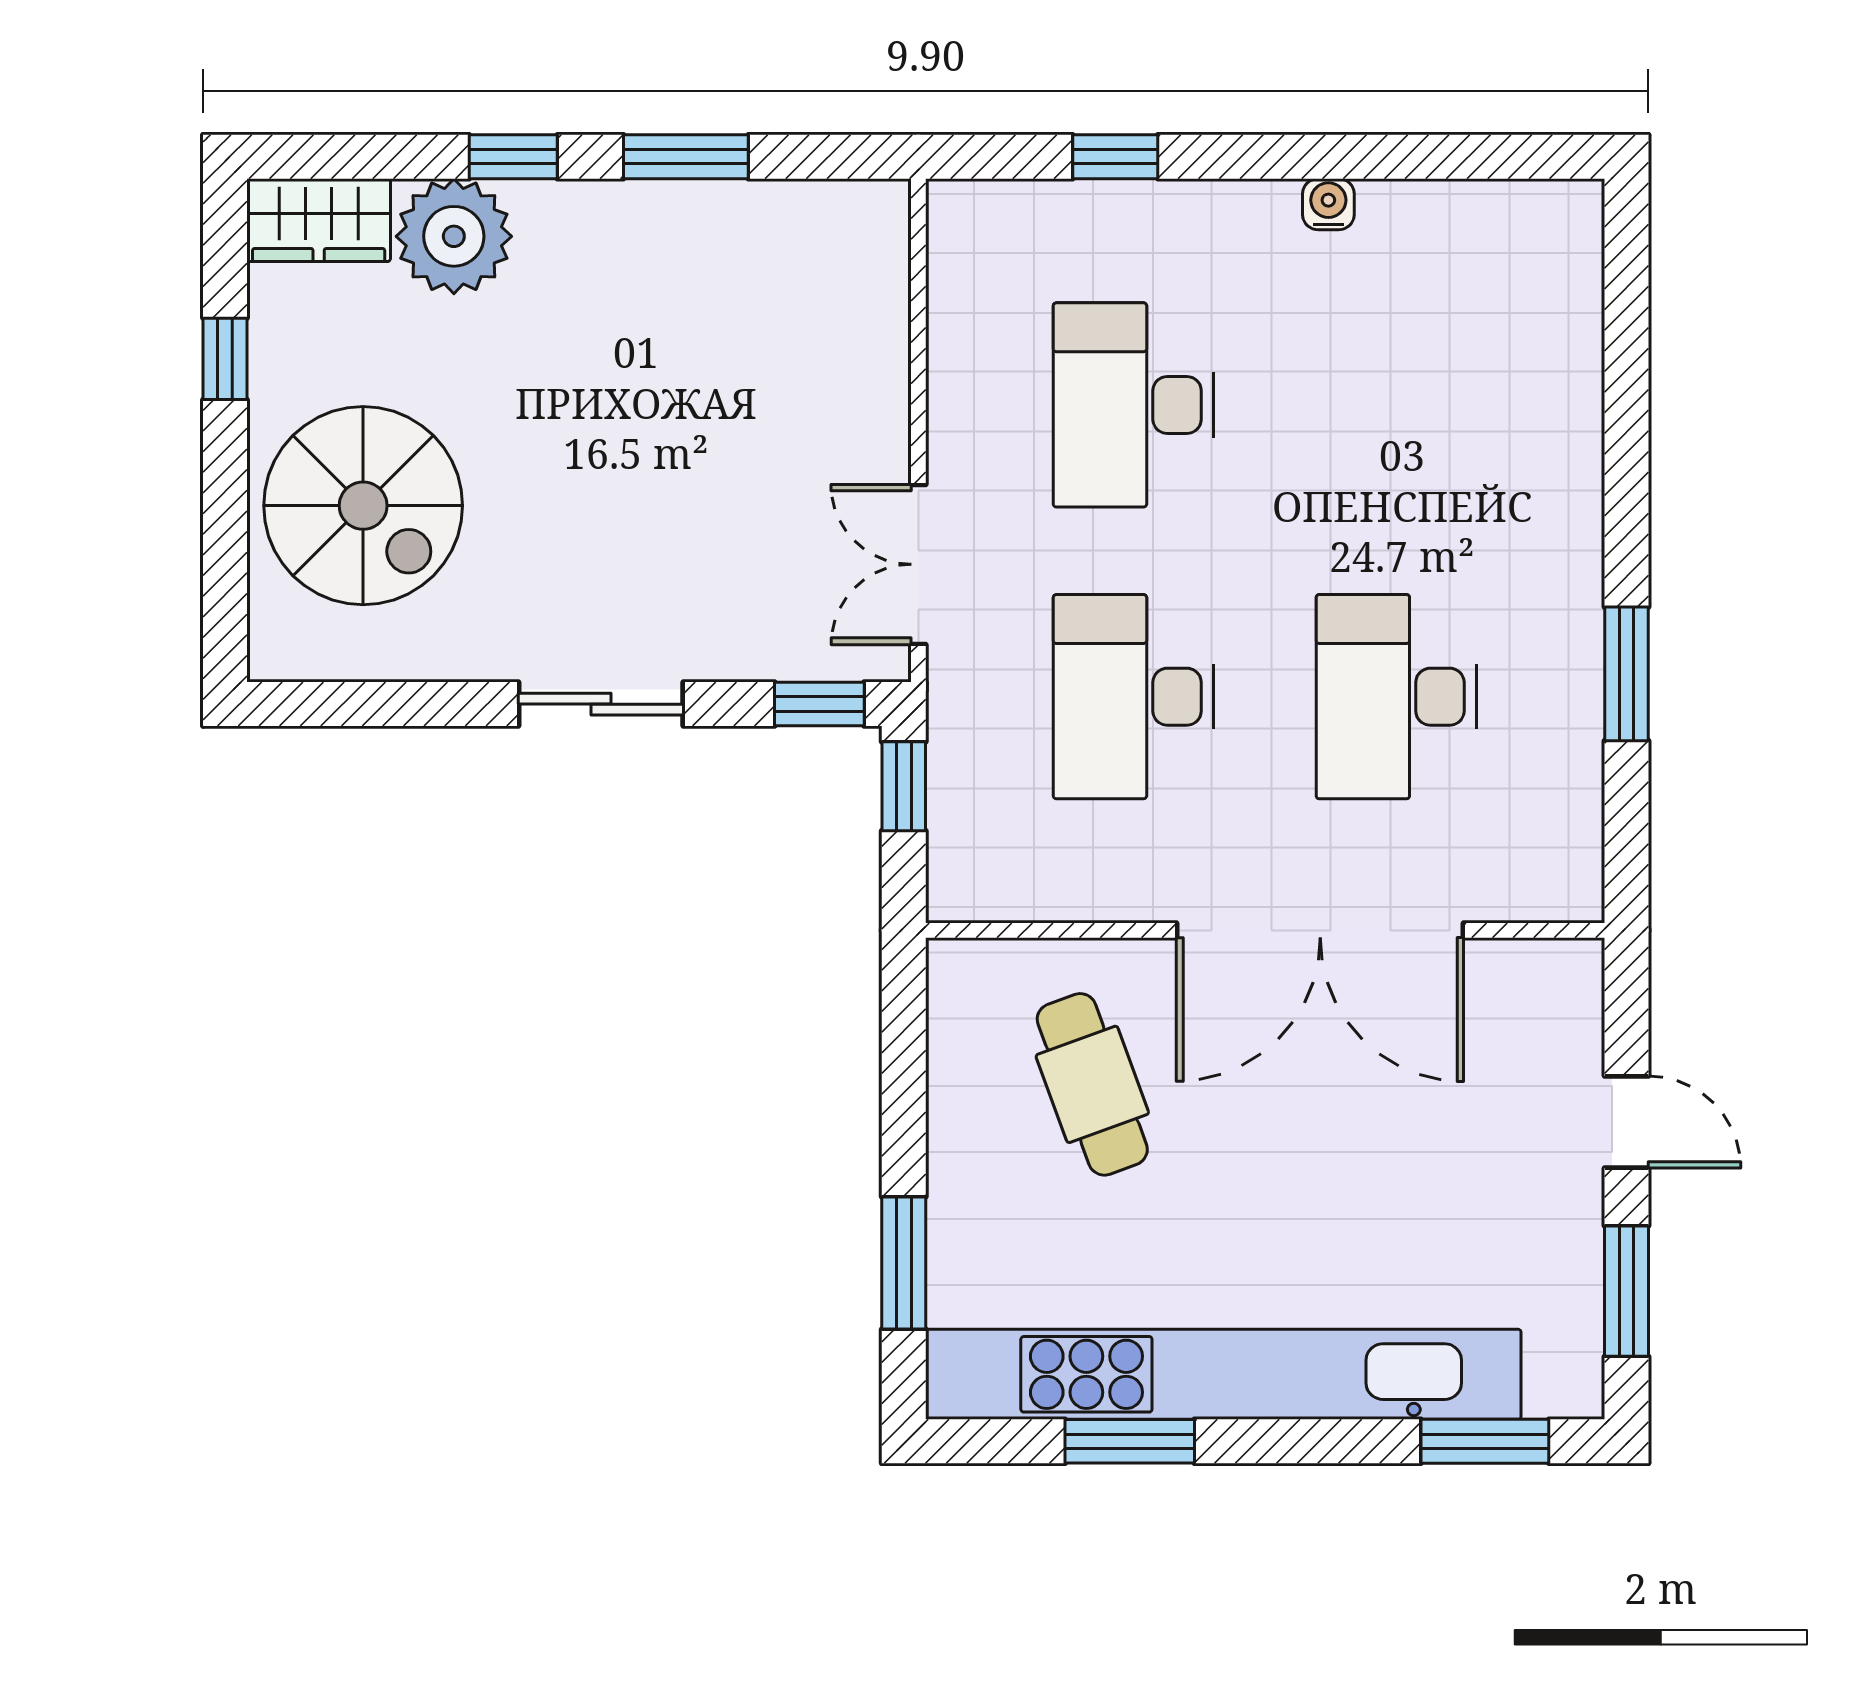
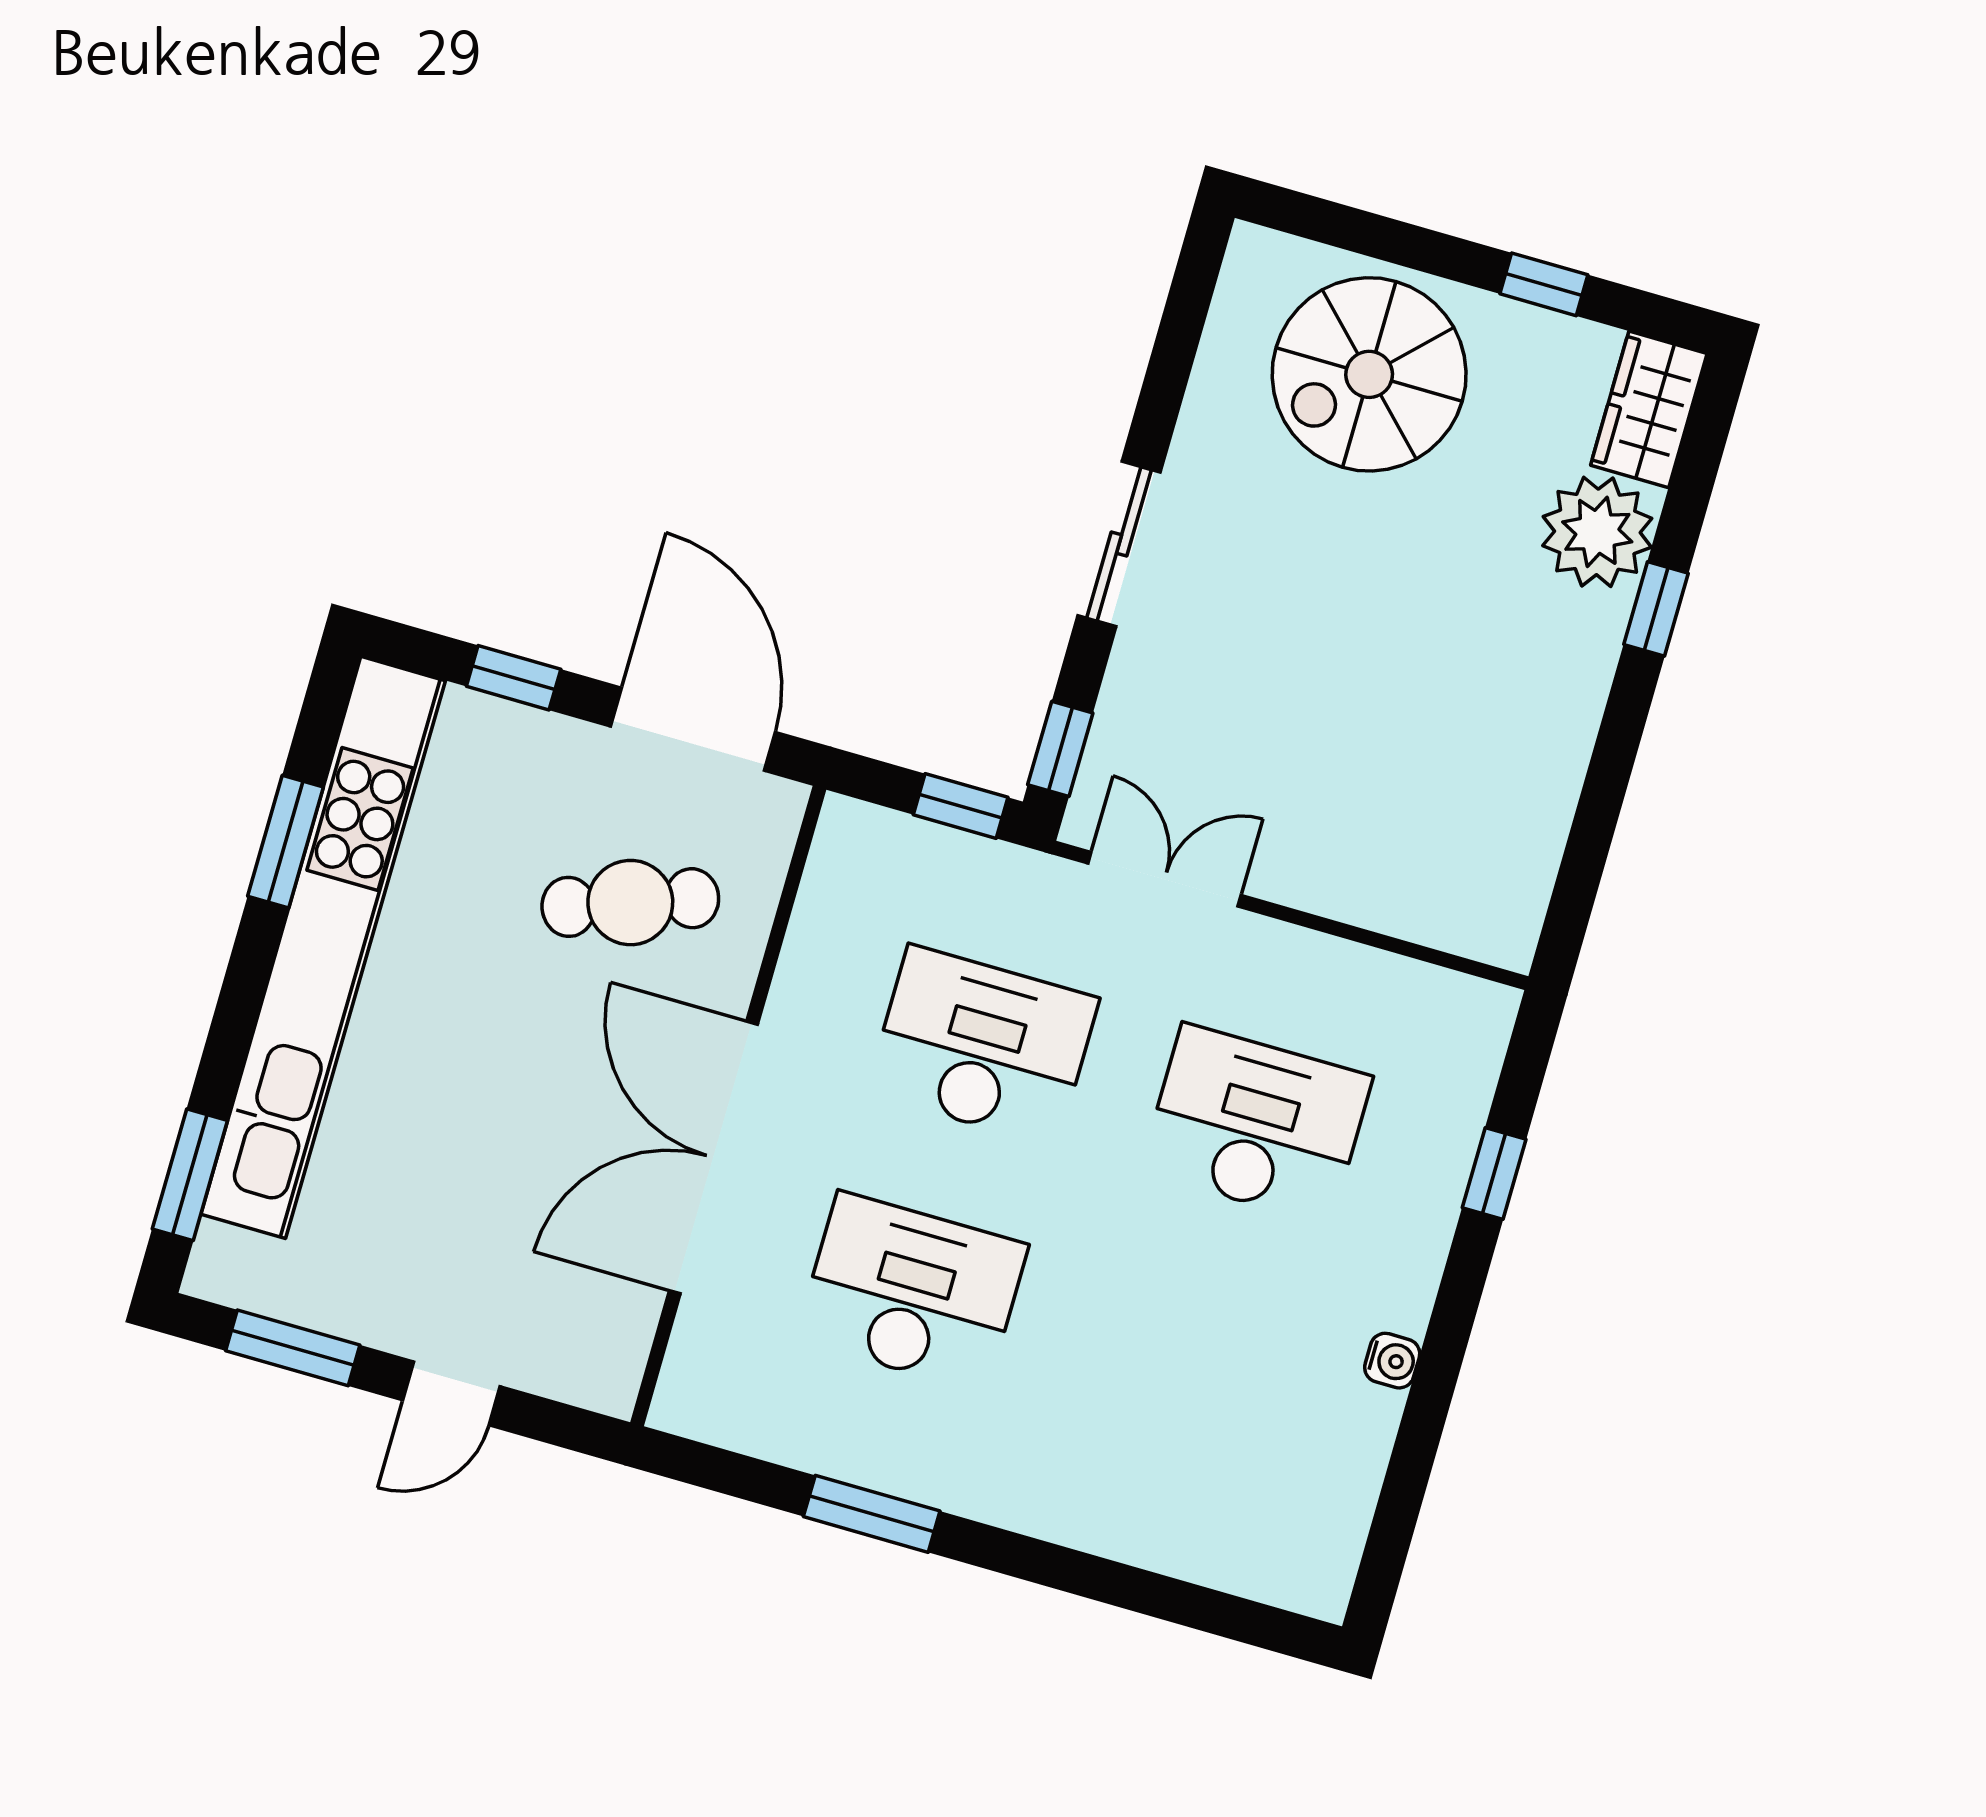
window: (686, 157) -> (1610, 771), removed
door: (904, 1072) -> (693, 729), added
window: (904, 1263) -> (514, 678), width x0.67

